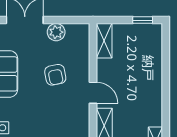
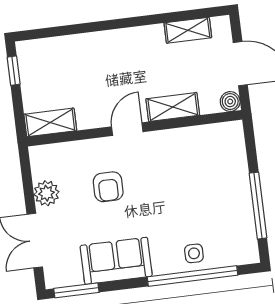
armchair: (55, 75) -> (108, 187), turned 101

